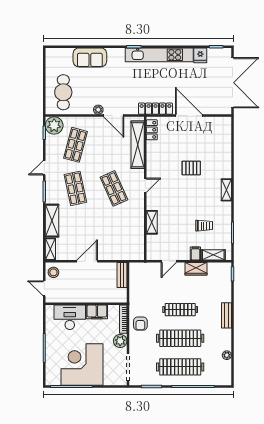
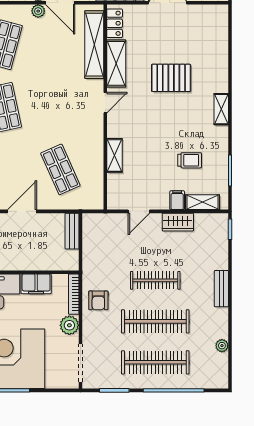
plant: (98, 121) -> (38, 11), added
shelving: (153, 158) -> (116, 63), added
pallet: (191, 168) -> (171, 78), width x1.50, depth x1.42
shop shelf: (114, 188) -> (60, 169), moved

